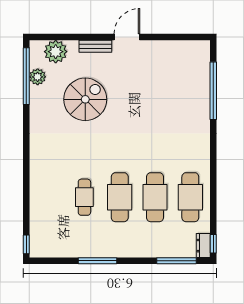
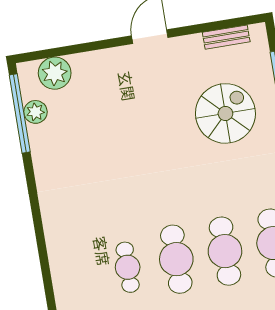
bench: (95, 46) -> (226, 37), moved
spiral stairs: (85, 99) -> (225, 113), moved

